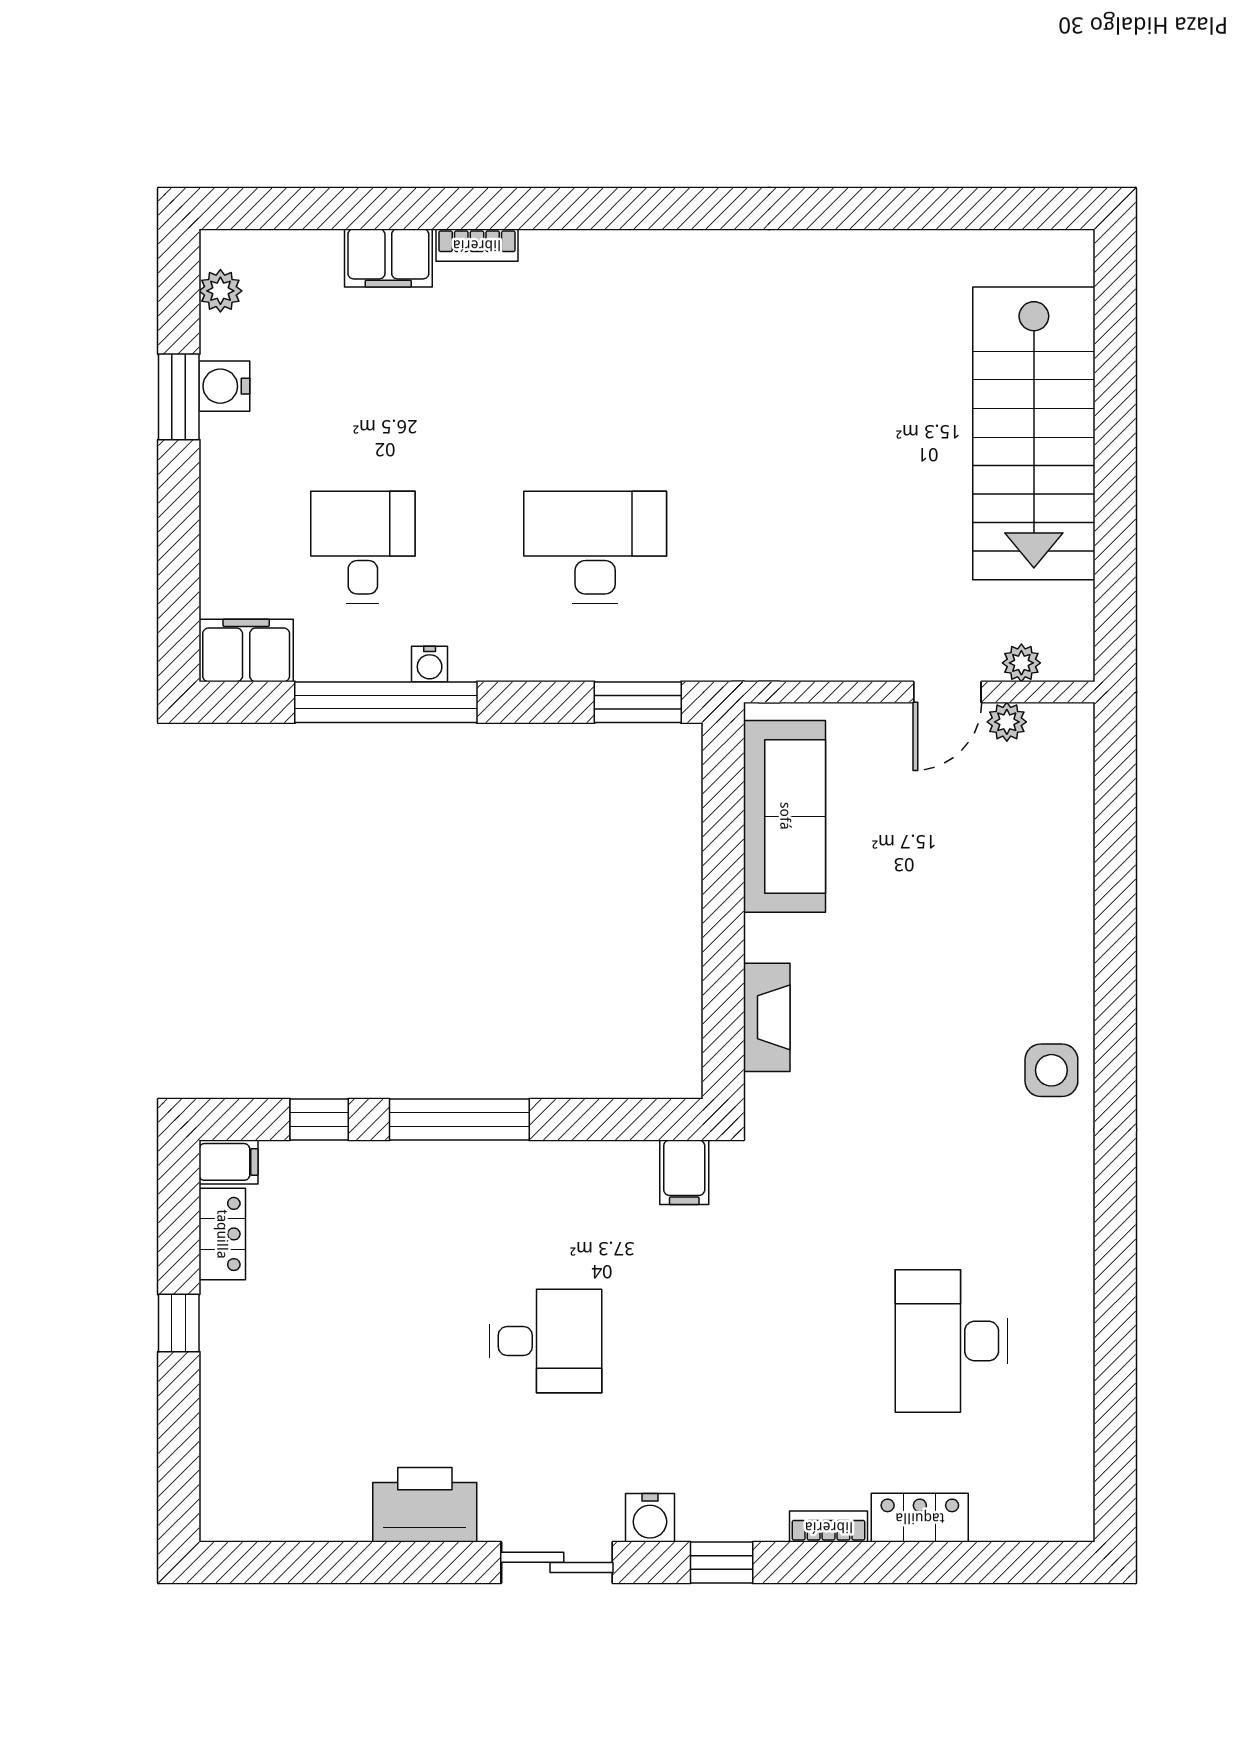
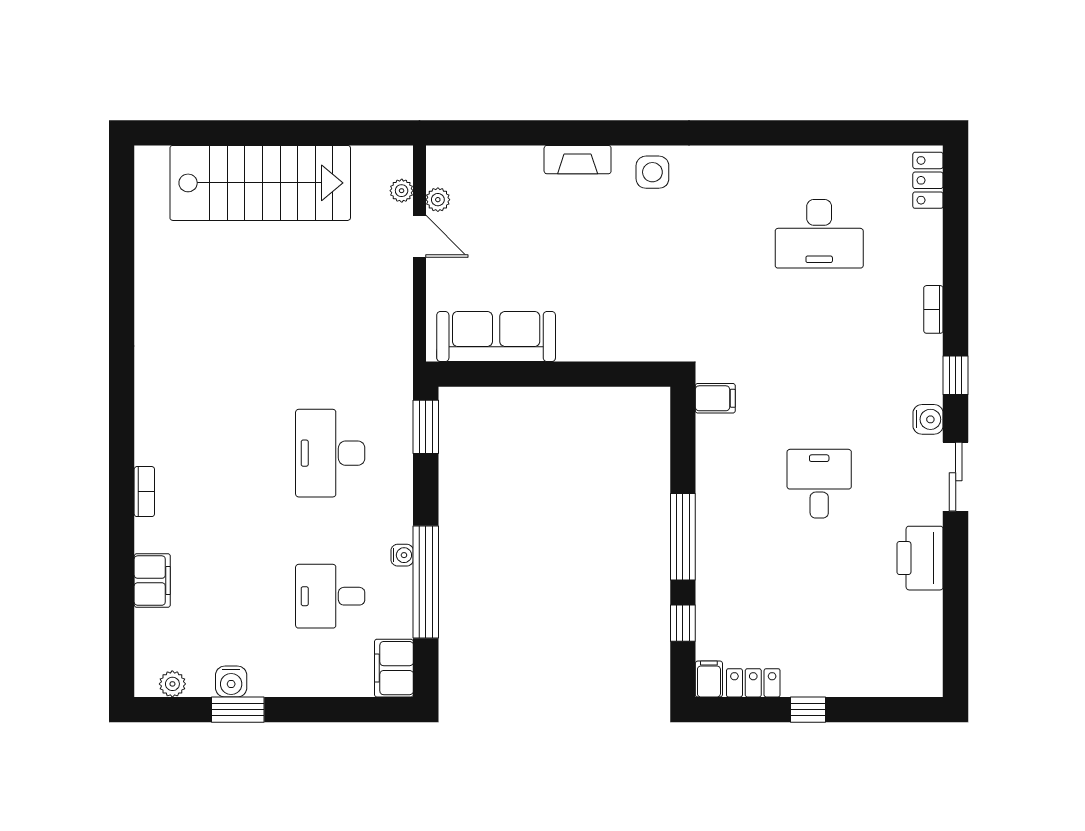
bookcase: (477, 245) -> (144, 492), moved
fireplace: (767, 1017) -> (578, 160), moved, turned 180
locker: (920, 1518) -> (928, 180), moved

